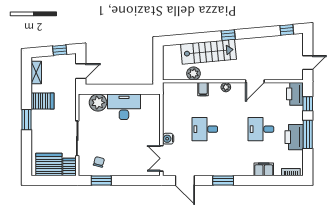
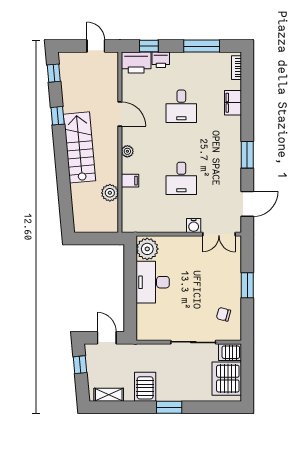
window: (228, 35) -> (58, 116), moved
stairs: (208, 52) -> (80, 147), moved
plant: (98, 103) -> (147, 249), moved
window: (308, 134) -> (202, 46), moved
printer: (294, 137) -> (161, 60), moved, width x0.53, depth x0.68
window: (101, 180) -> (247, 285), moved

